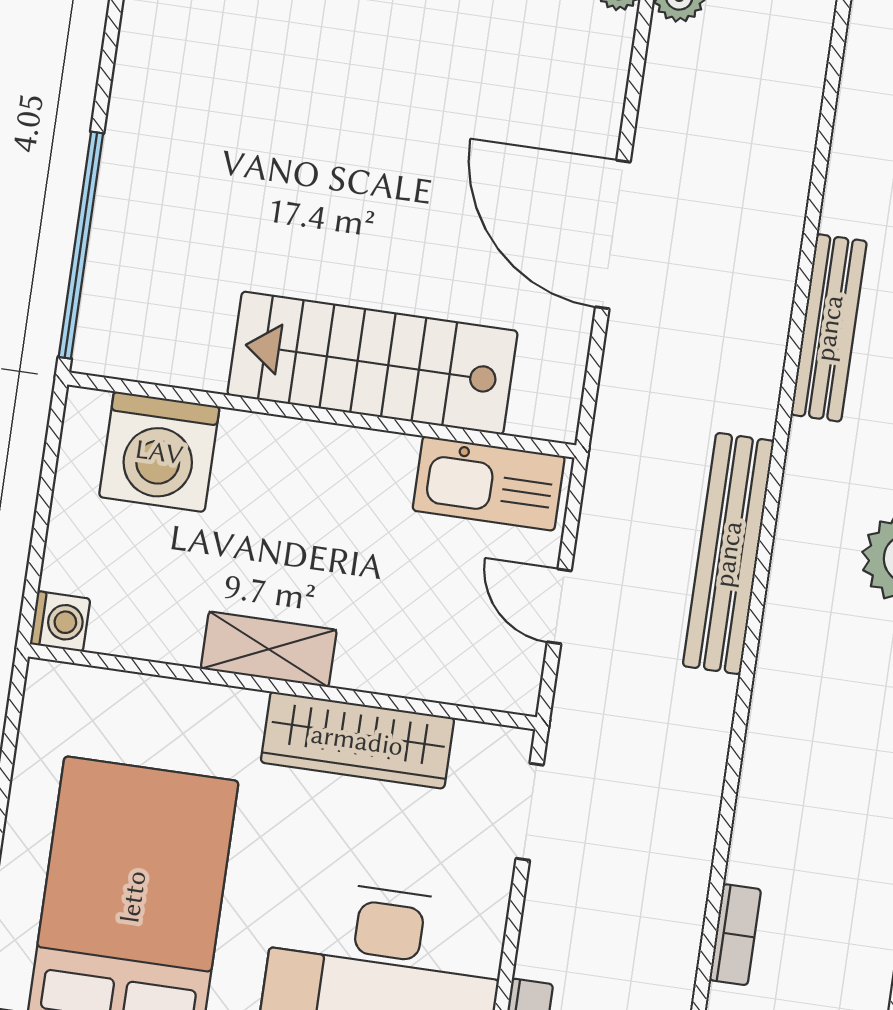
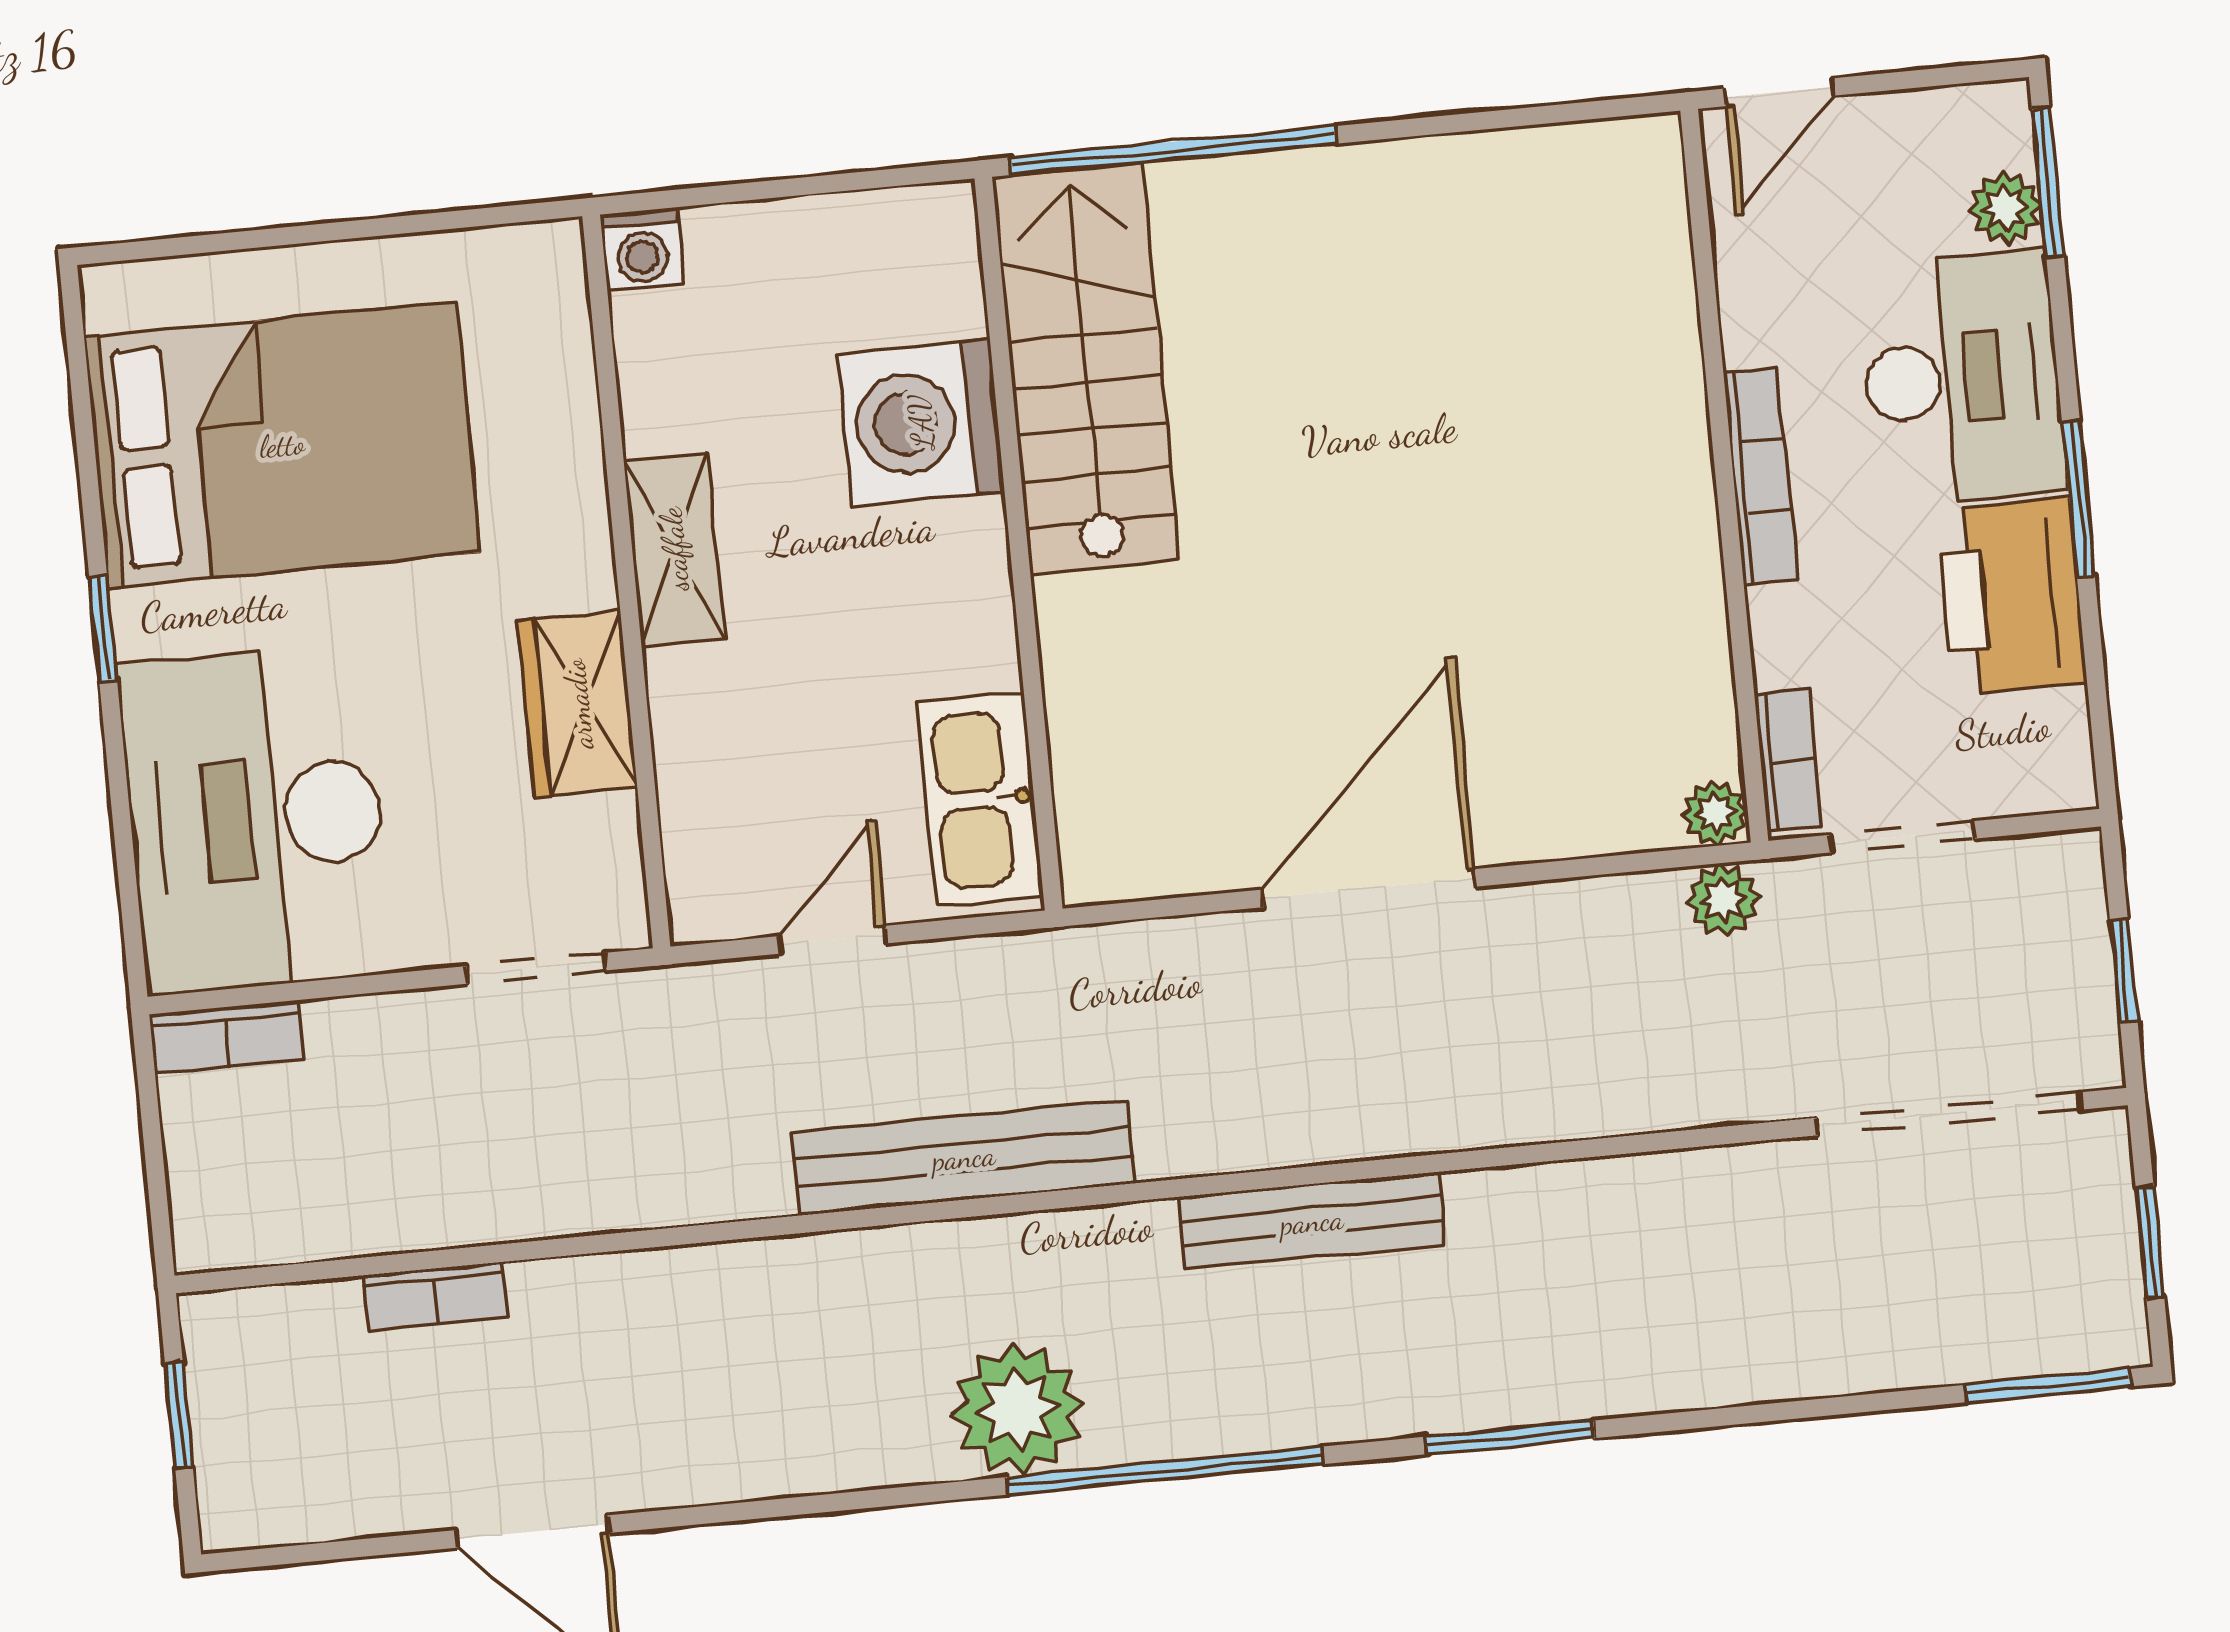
stairs: (372, 363) -> (1086, 368), moved
washing machine: (159, 452) -> (921, 422), moved
wardrobe: (357, 740) -> (578, 704), width x0.67

